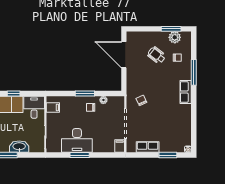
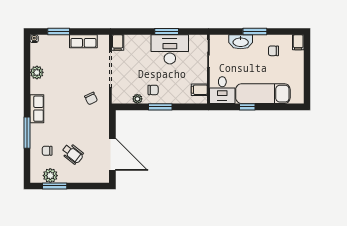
plant: (186, 122) -> (37, 72), added

